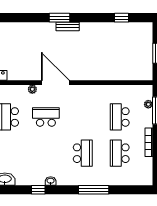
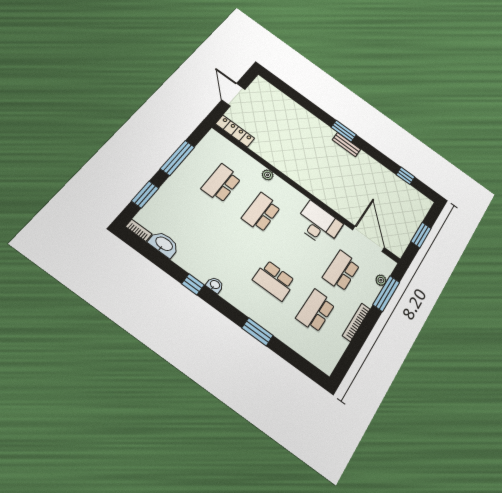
door: (55, 83) -> (369, 239), moved
desk: (86, 97) -> (319, 224), added
school desk: (46, 117) -> (261, 212), turned -90
school desk: (83, 153) -> (274, 280), turned 90
window: (94, 190) -> (257, 332), width x0.69

